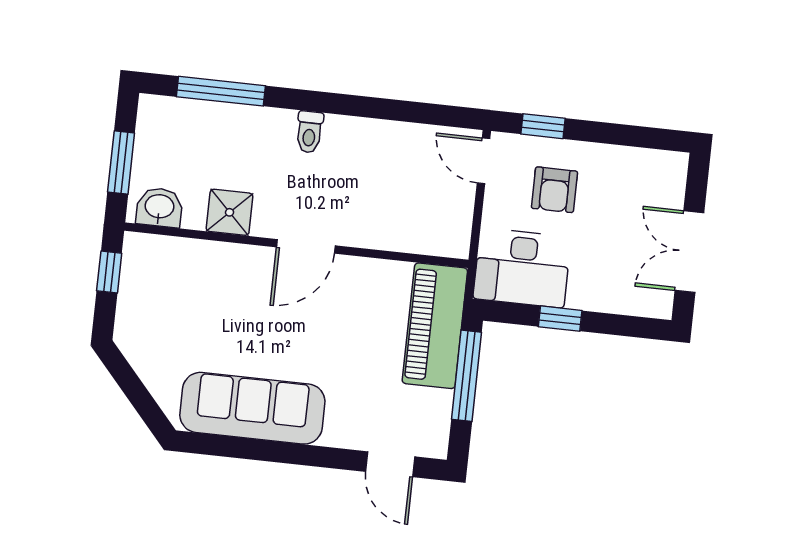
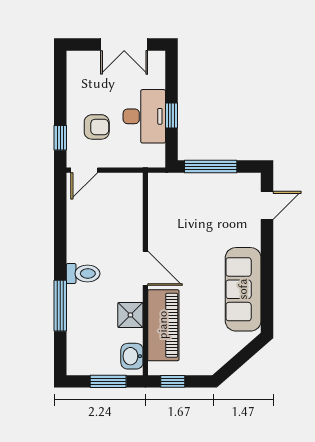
window: (221, 91) -> (60, 306), moved
toilet: (309, 132) -> (83, 274), width x1.37, depth x1.39
desk: (522, 268) -> (144, 116), moved
piano: (435, 326) -> (163, 325), moved, turned -90

